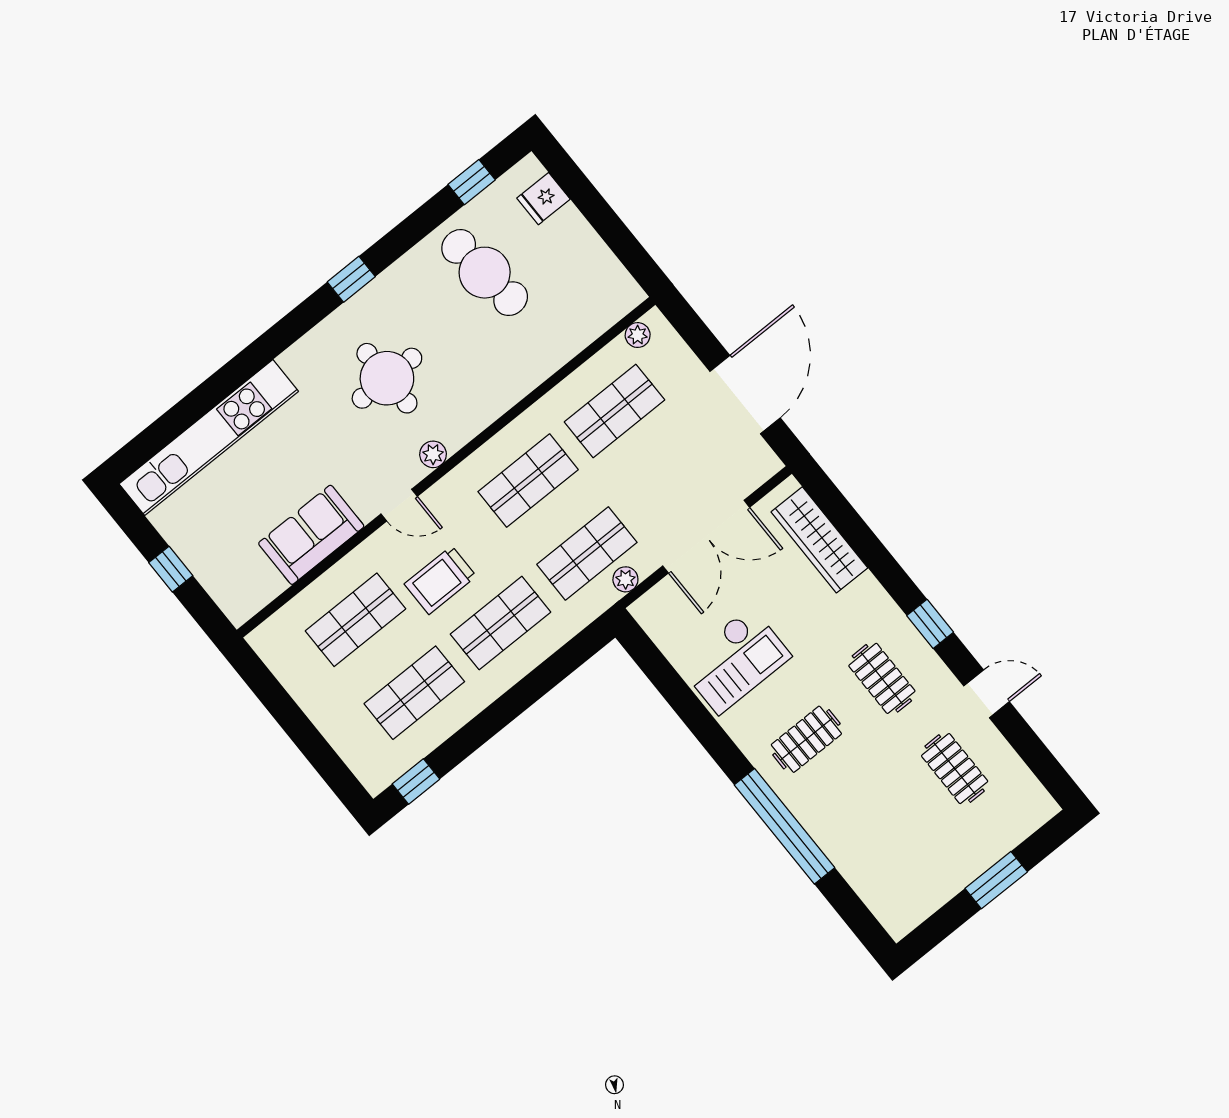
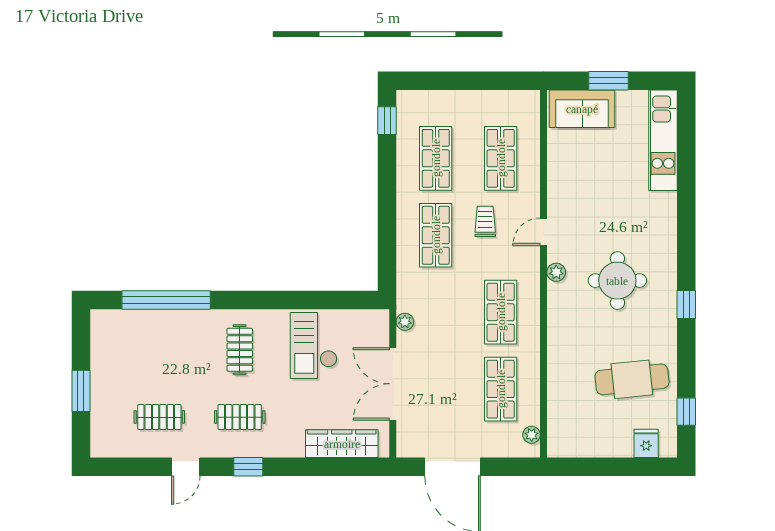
kitchen unit: (209, 438) -> (663, 140), width x0.73
sofa: (311, 535) -> (582, 109), moved, turned 90
shop shelf: (587, 553) -> (436, 312), removed
window: (171, 569) -> (609, 81), width x1.50
trolley: (440, 580) -> (485, 221), width x0.73, depth x0.72
window: (784, 826) -> (166, 300), moved

